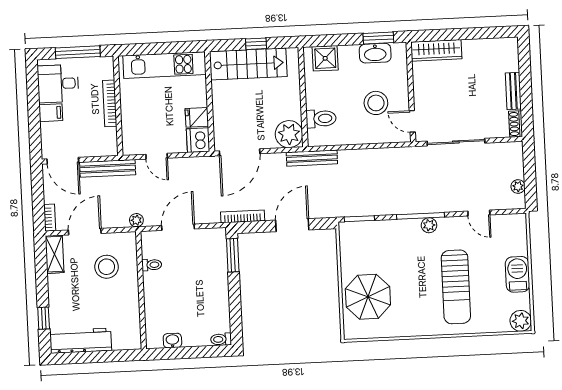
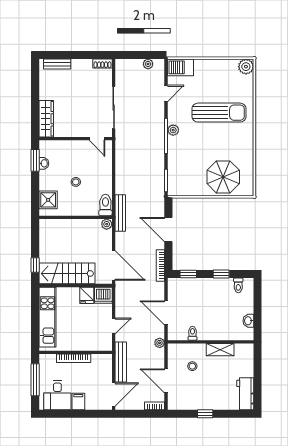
window: (256, 44) -> (35, 265), moved
washbasin: (375, 53) -> (44, 163), width x0.52, depth x0.69
stairs: (248, 64) -> (67, 273), moved, turned -90
bench: (513, 91) -> (57, 64), moved
stool: (376, 103) -> (76, 182), moved, width x0.53, depth x0.53
toilet: (321, 119) -> (105, 205), moved
door: (412, 121) -> (97, 139), hinge flipped
plant: (289, 134) -> (107, 224), width x0.53, depth x0.53
shelving: (55, 254) -> (220, 350), moved
window: (233, 255) -> (188, 274), width x0.67
stool: (107, 267) -> (192, 366), width x0.53, depth x0.53
barbecue: (517, 274) -> (181, 67), moved
window: (235, 300) -> (221, 274), added
window: (44, 318) -> (205, 414), moved
toilet: (221, 339) -> (238, 285), moved
workbench: (81, 341) -> (245, 394), width x0.73

